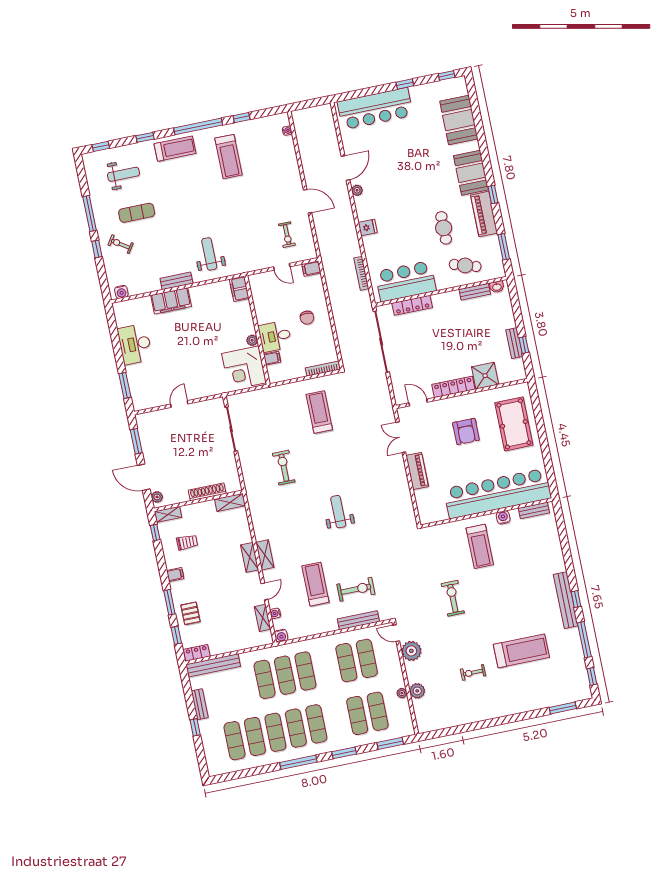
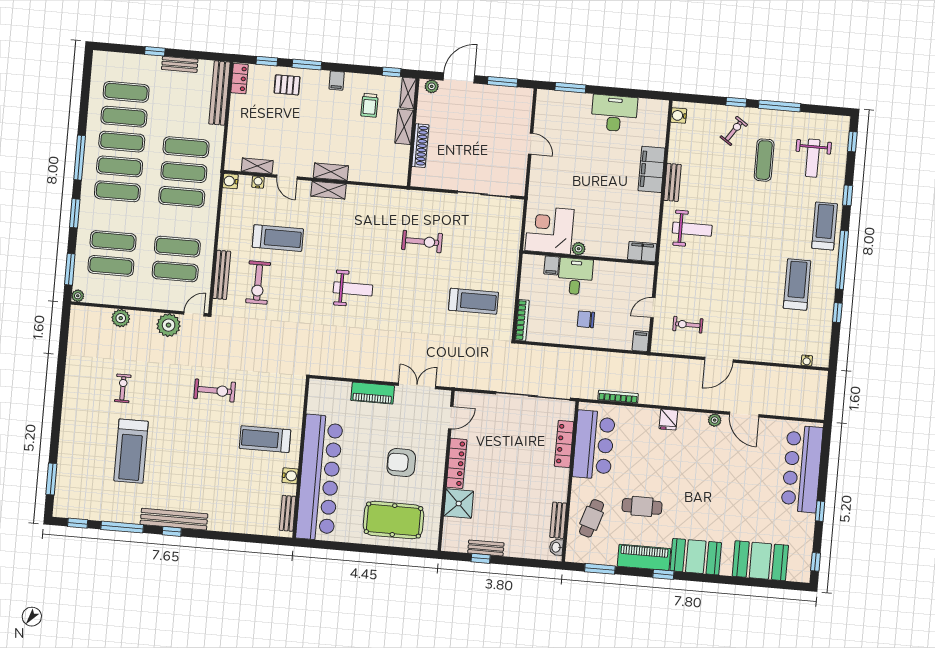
treadmill: (175, 149) -> (825, 226), turned 180
treadmill: (229, 157) -> (797, 284), turned 90
shelving: (230, 502) -> (404, 127), moved
plant: (402, 693) -> (78, 296), moved

